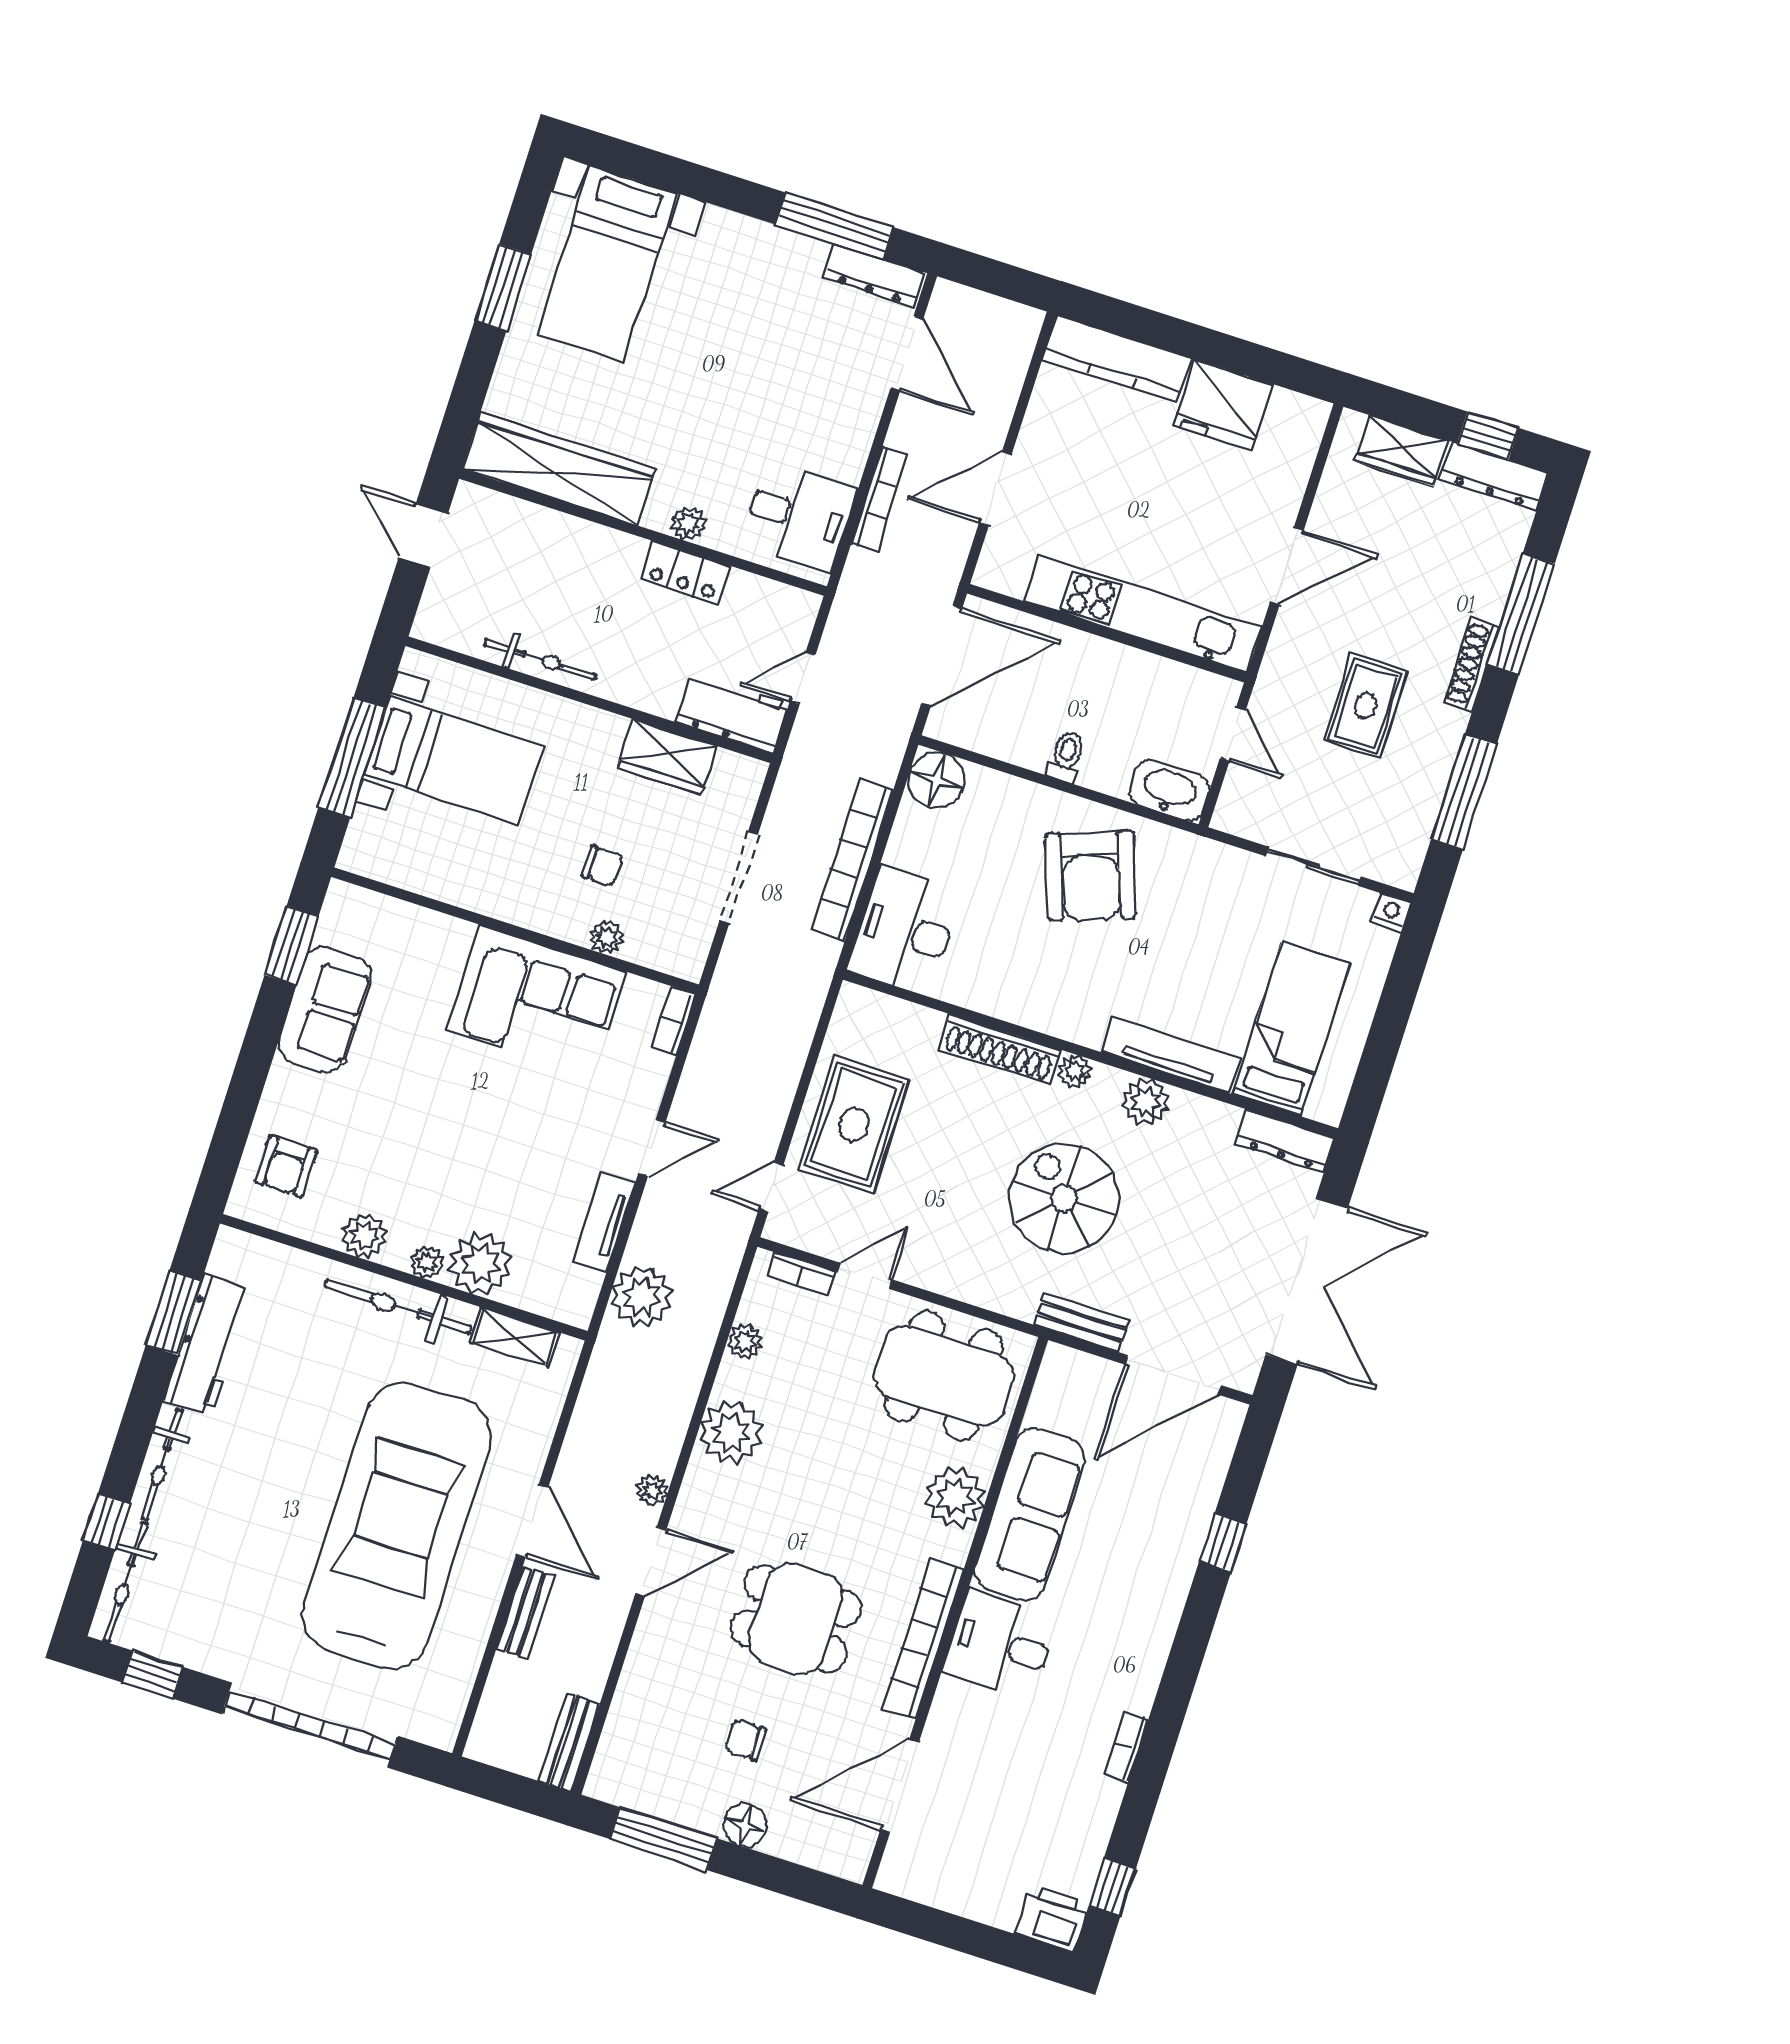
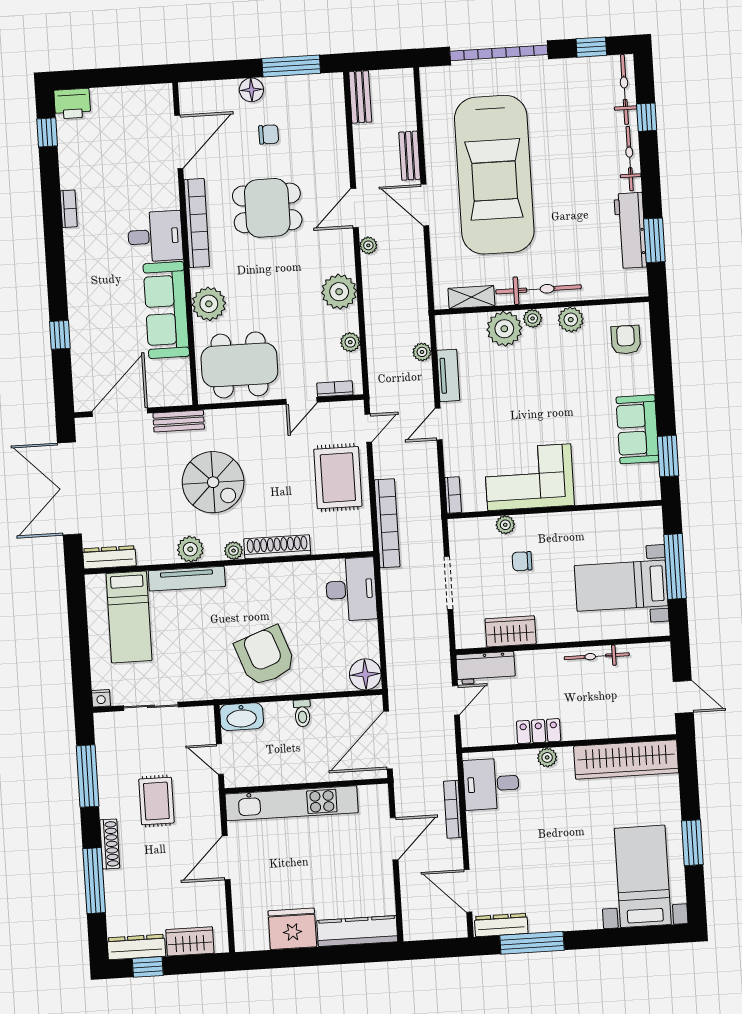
bookcase: (852, 860) -> (387, 523), moved
plant: (642, 1297) -> (422, 352), width x0.53, depth x0.53

